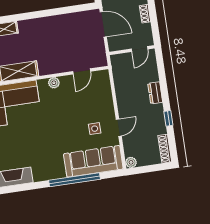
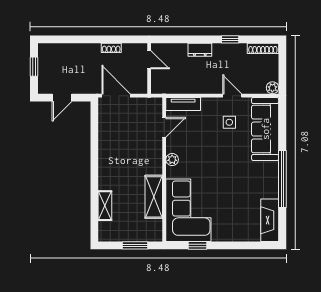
door: (103, 24) -> (116, 96), hinge flipped
door: (82, 71) -> (164, 127), hinge flipped
tv unit: (105, 85) -> (183, 104), added
window: (74, 180) -> (282, 179), moved

